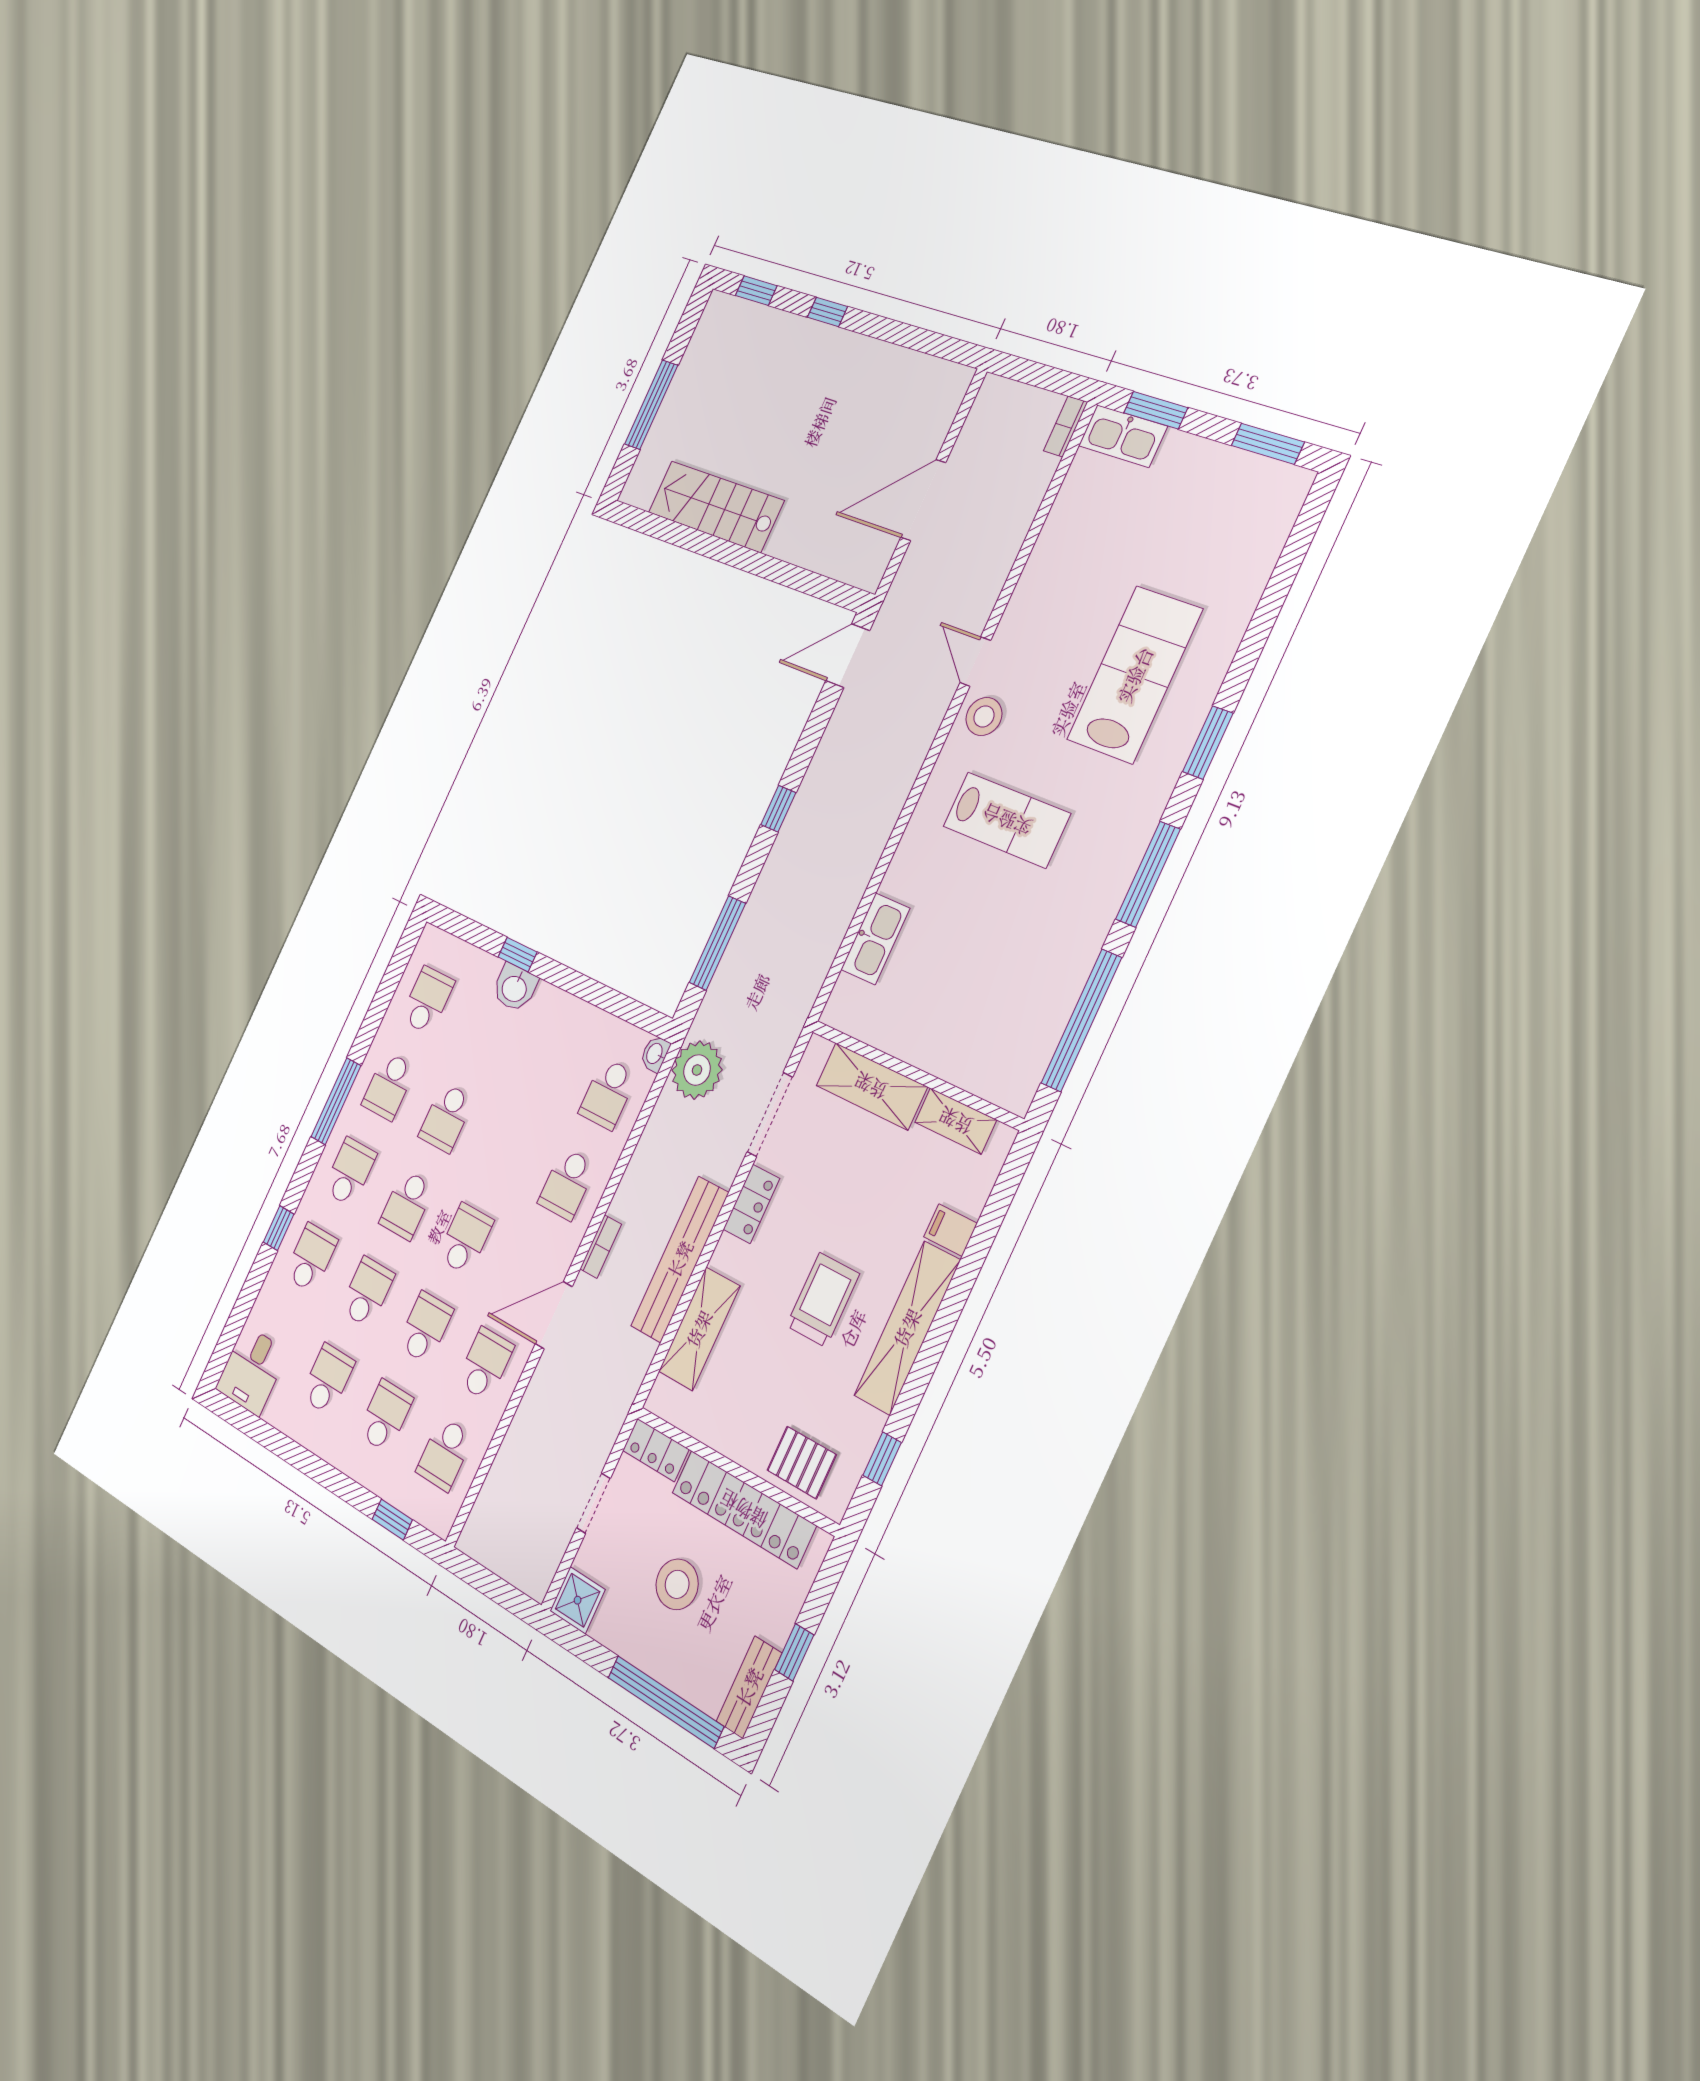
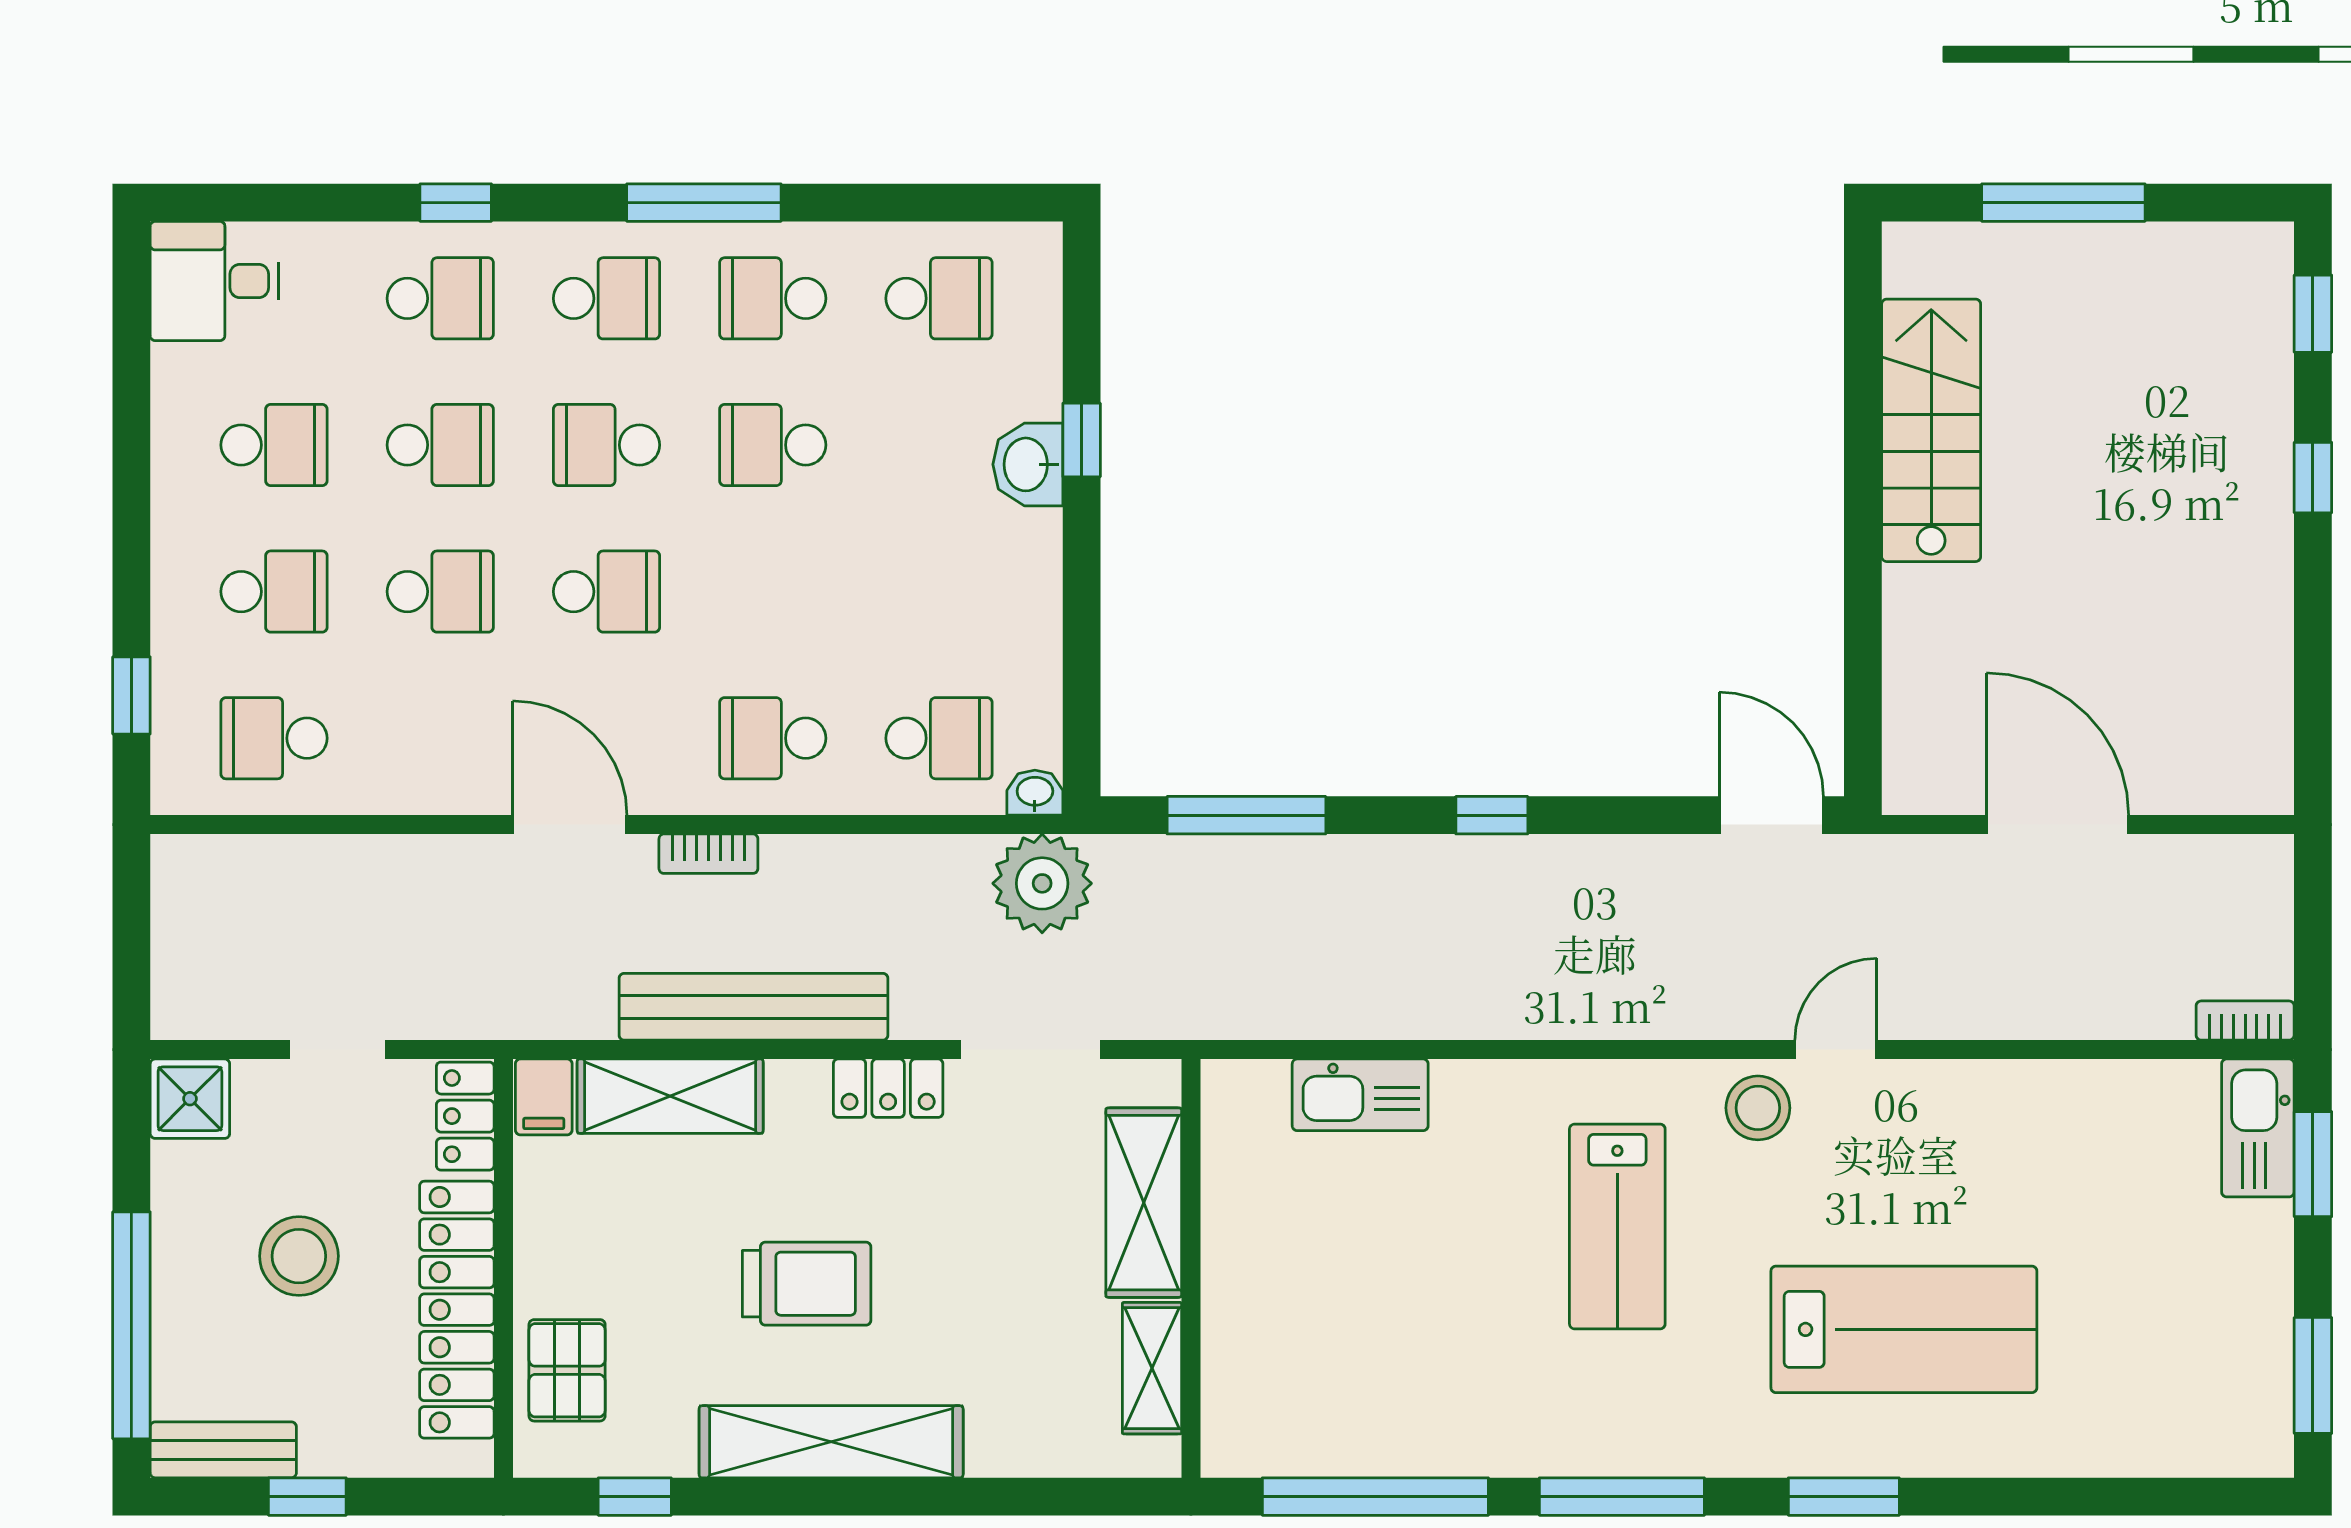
school desk: (608, 1094) -> (939, 738), turned 180
filing cabinet: (950, 1230) -> (544, 1097), moved, turned 180
school desk: (485, 1364) -> (440, 738), removed

